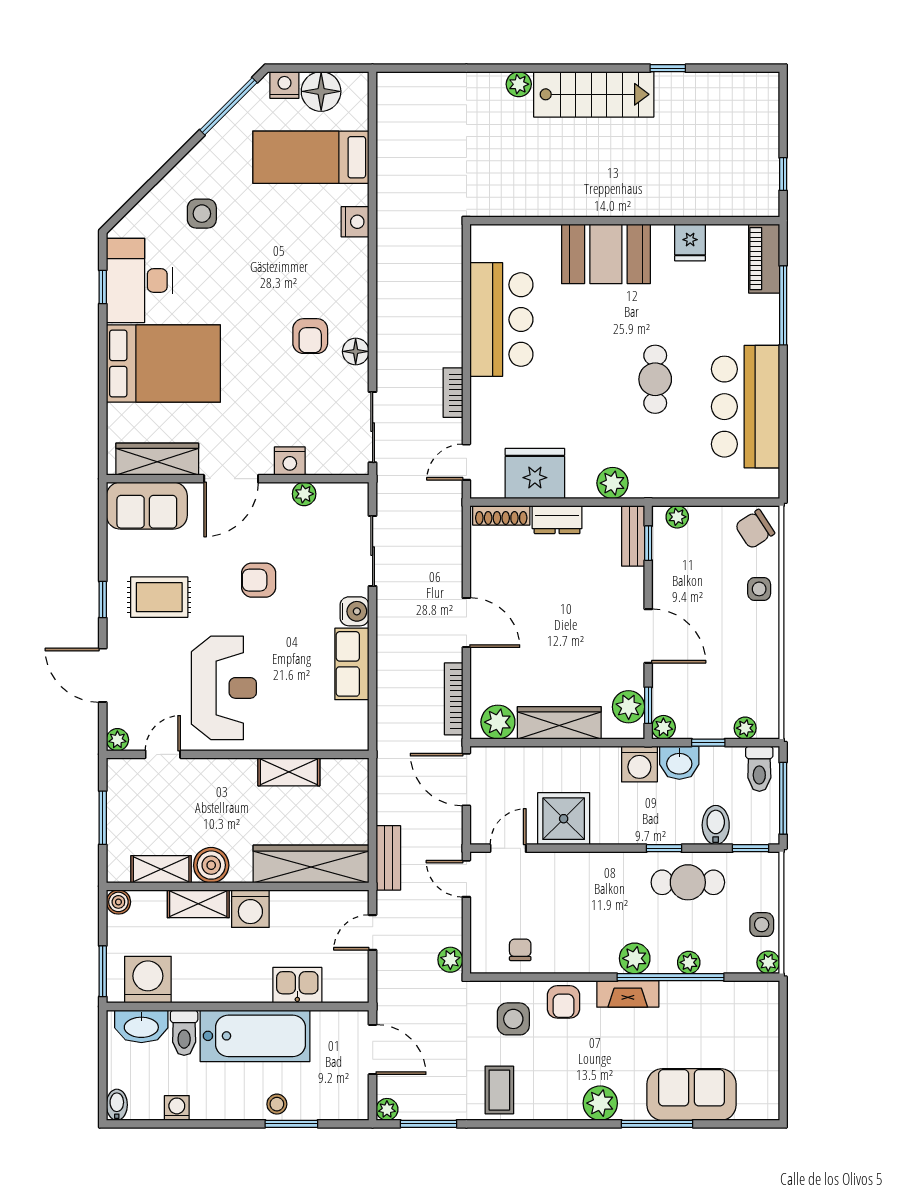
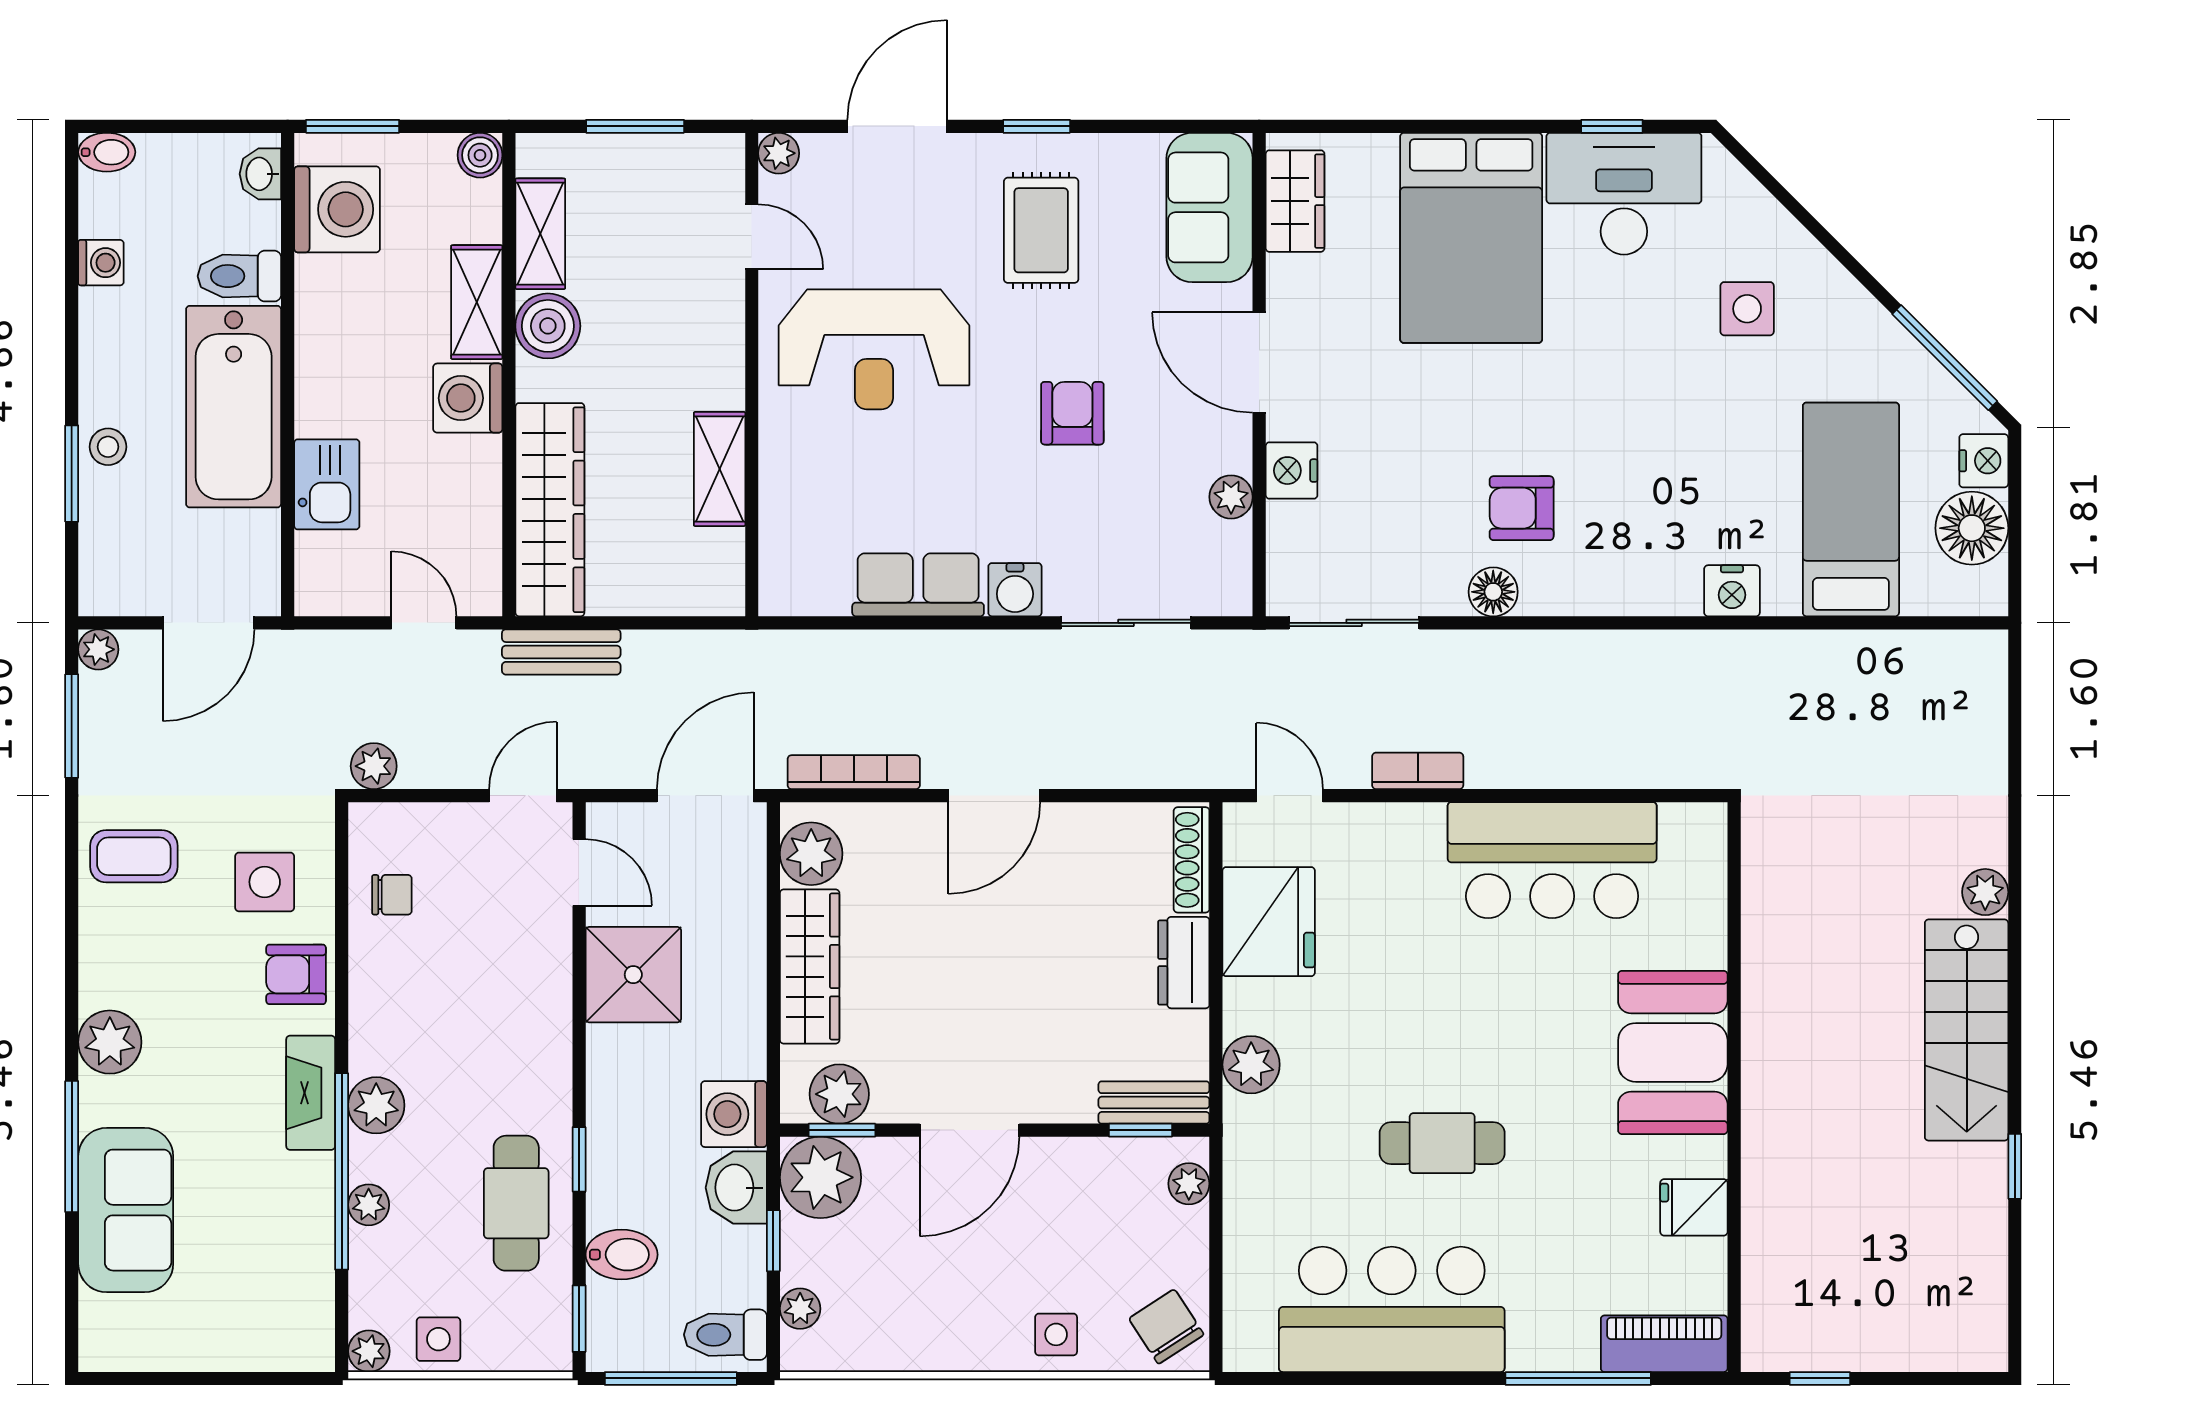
wardrobe: (157, 459) -> (1295, 201), width x0.67
plant: (663, 727) -> (821, 1177), width x1.88, depth x1.88
washbasin: (141, 1026) -> (260, 174), width x0.52, depth x0.69

